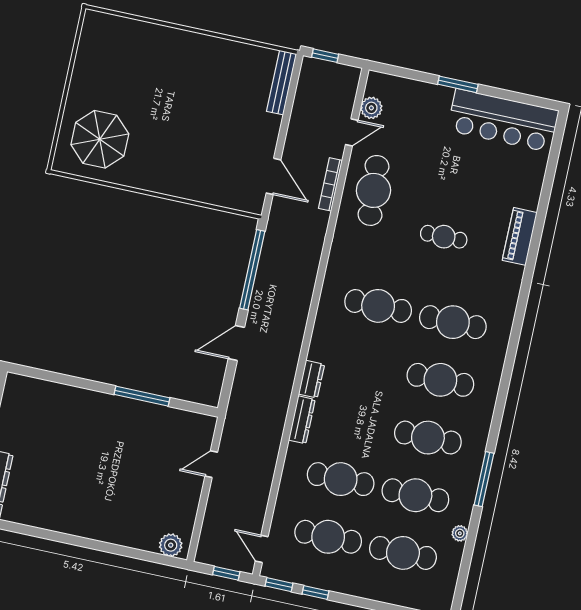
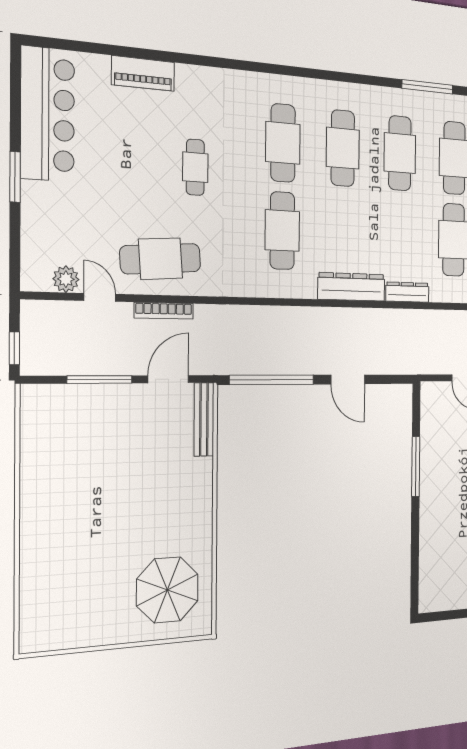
bench: (282, 83) -> (204, 419), moved, turned 90
window: (286, 119) -> (100, 379), added
piano: (520, 236) -> (143, 73), moved
dresser: (311, 379) -> (351, 287), width x1.96, depth x1.24

